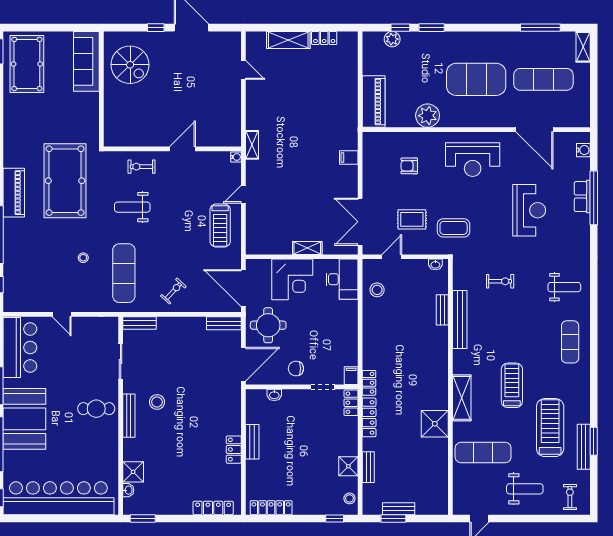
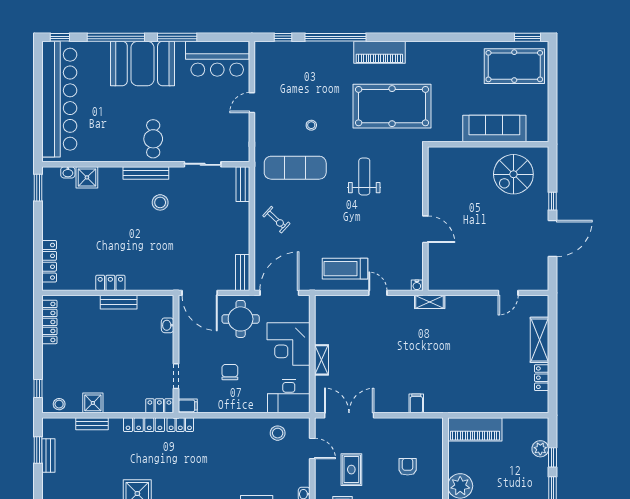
sofa: (86, 61) -> (494, 128), moved
exercise bike: (141, 167) -> (407, 186), removed
chair: (296, 368) -> (230, 372), moved

